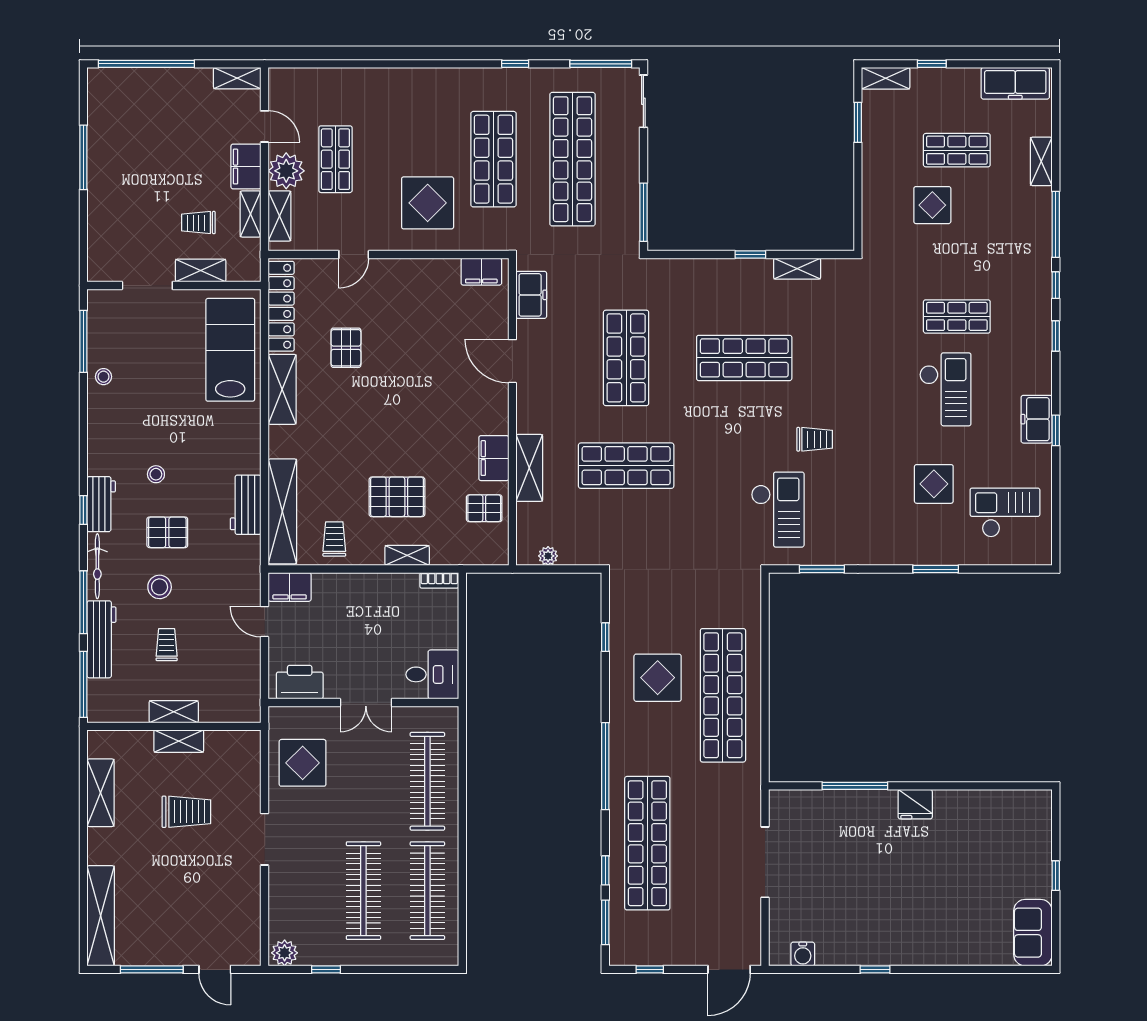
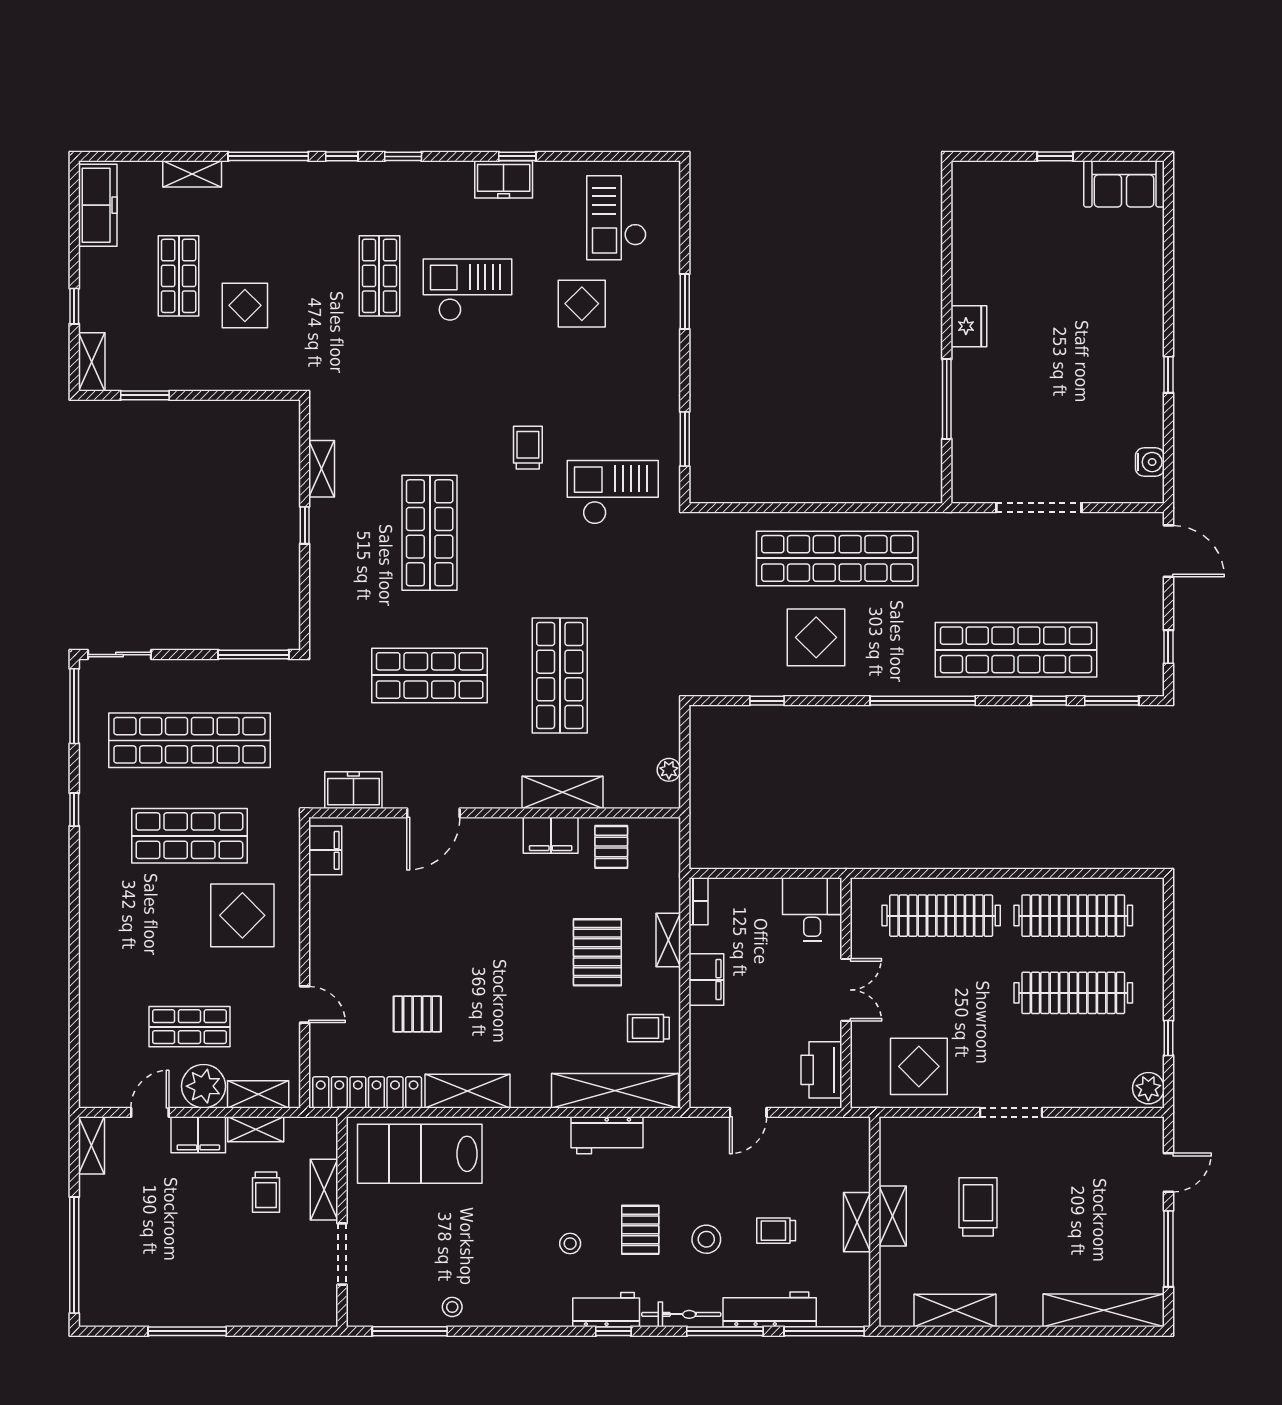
filing cabinet: (290, 587) -> (706, 980), moved

